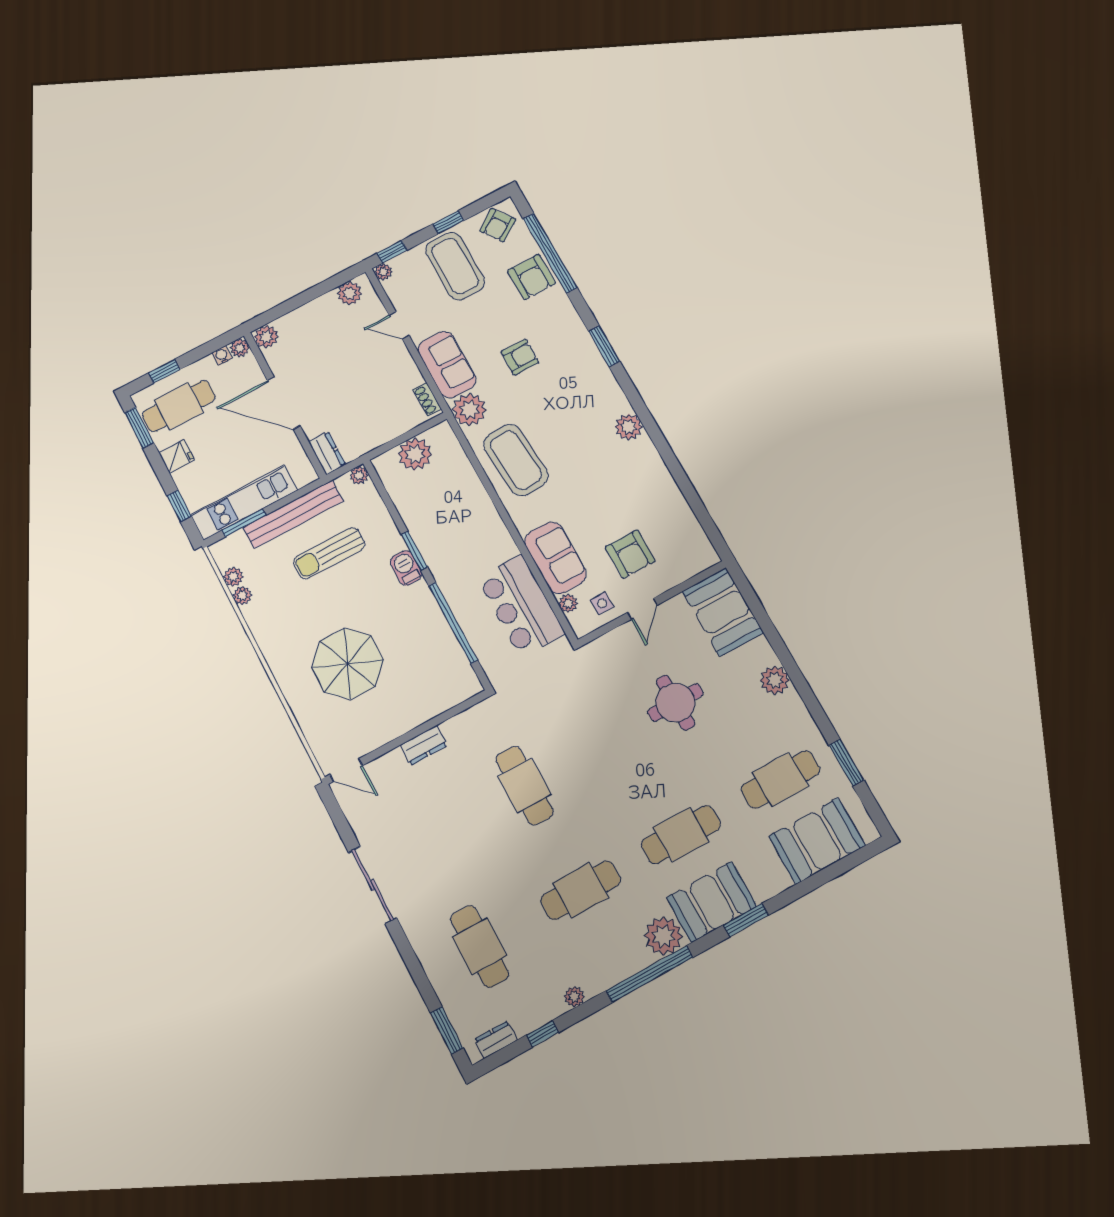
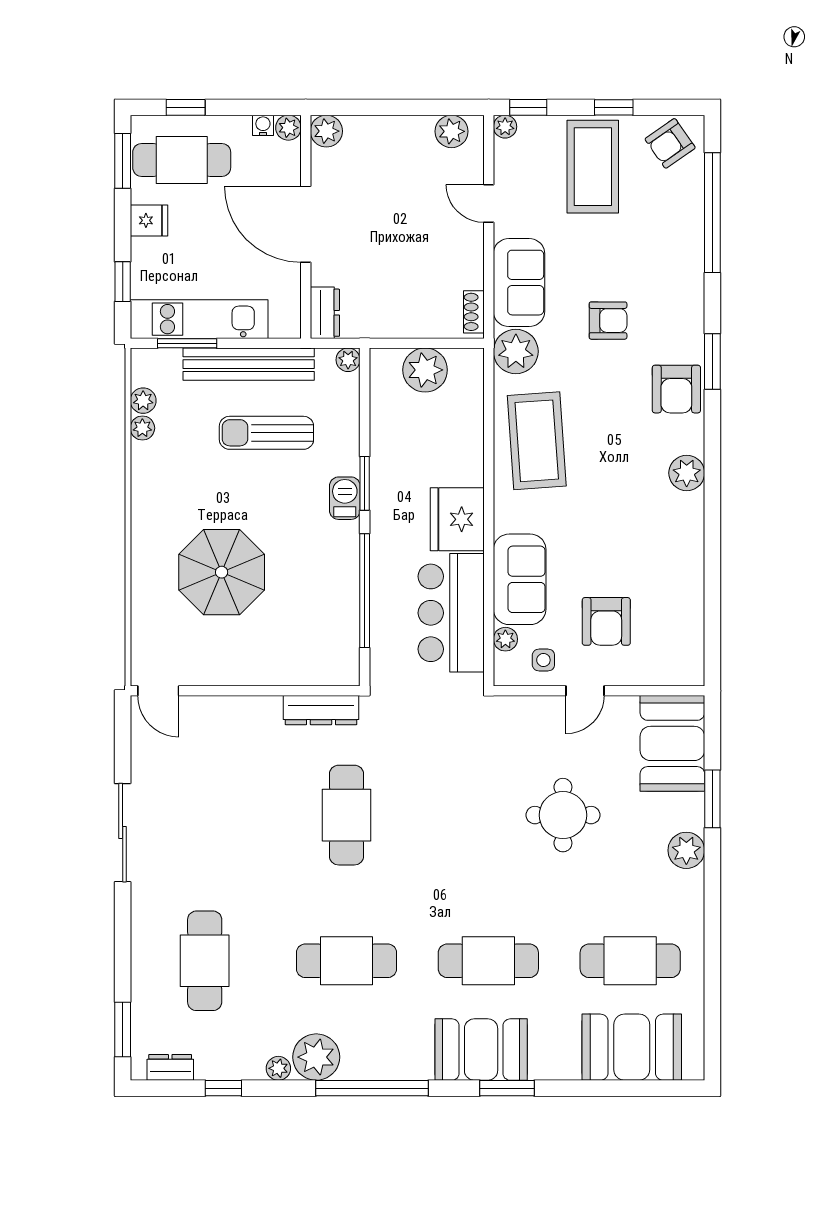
armchair: (532, 277) -> (676, 389), moved
fridge: (491, 541) -> (457, 519), added
dresser: (424, 745) -> (321, 710), moved, width x1.44
window: (846, 763) -> (712, 799), moved
plant: (664, 936) -> (316, 1057), moved

